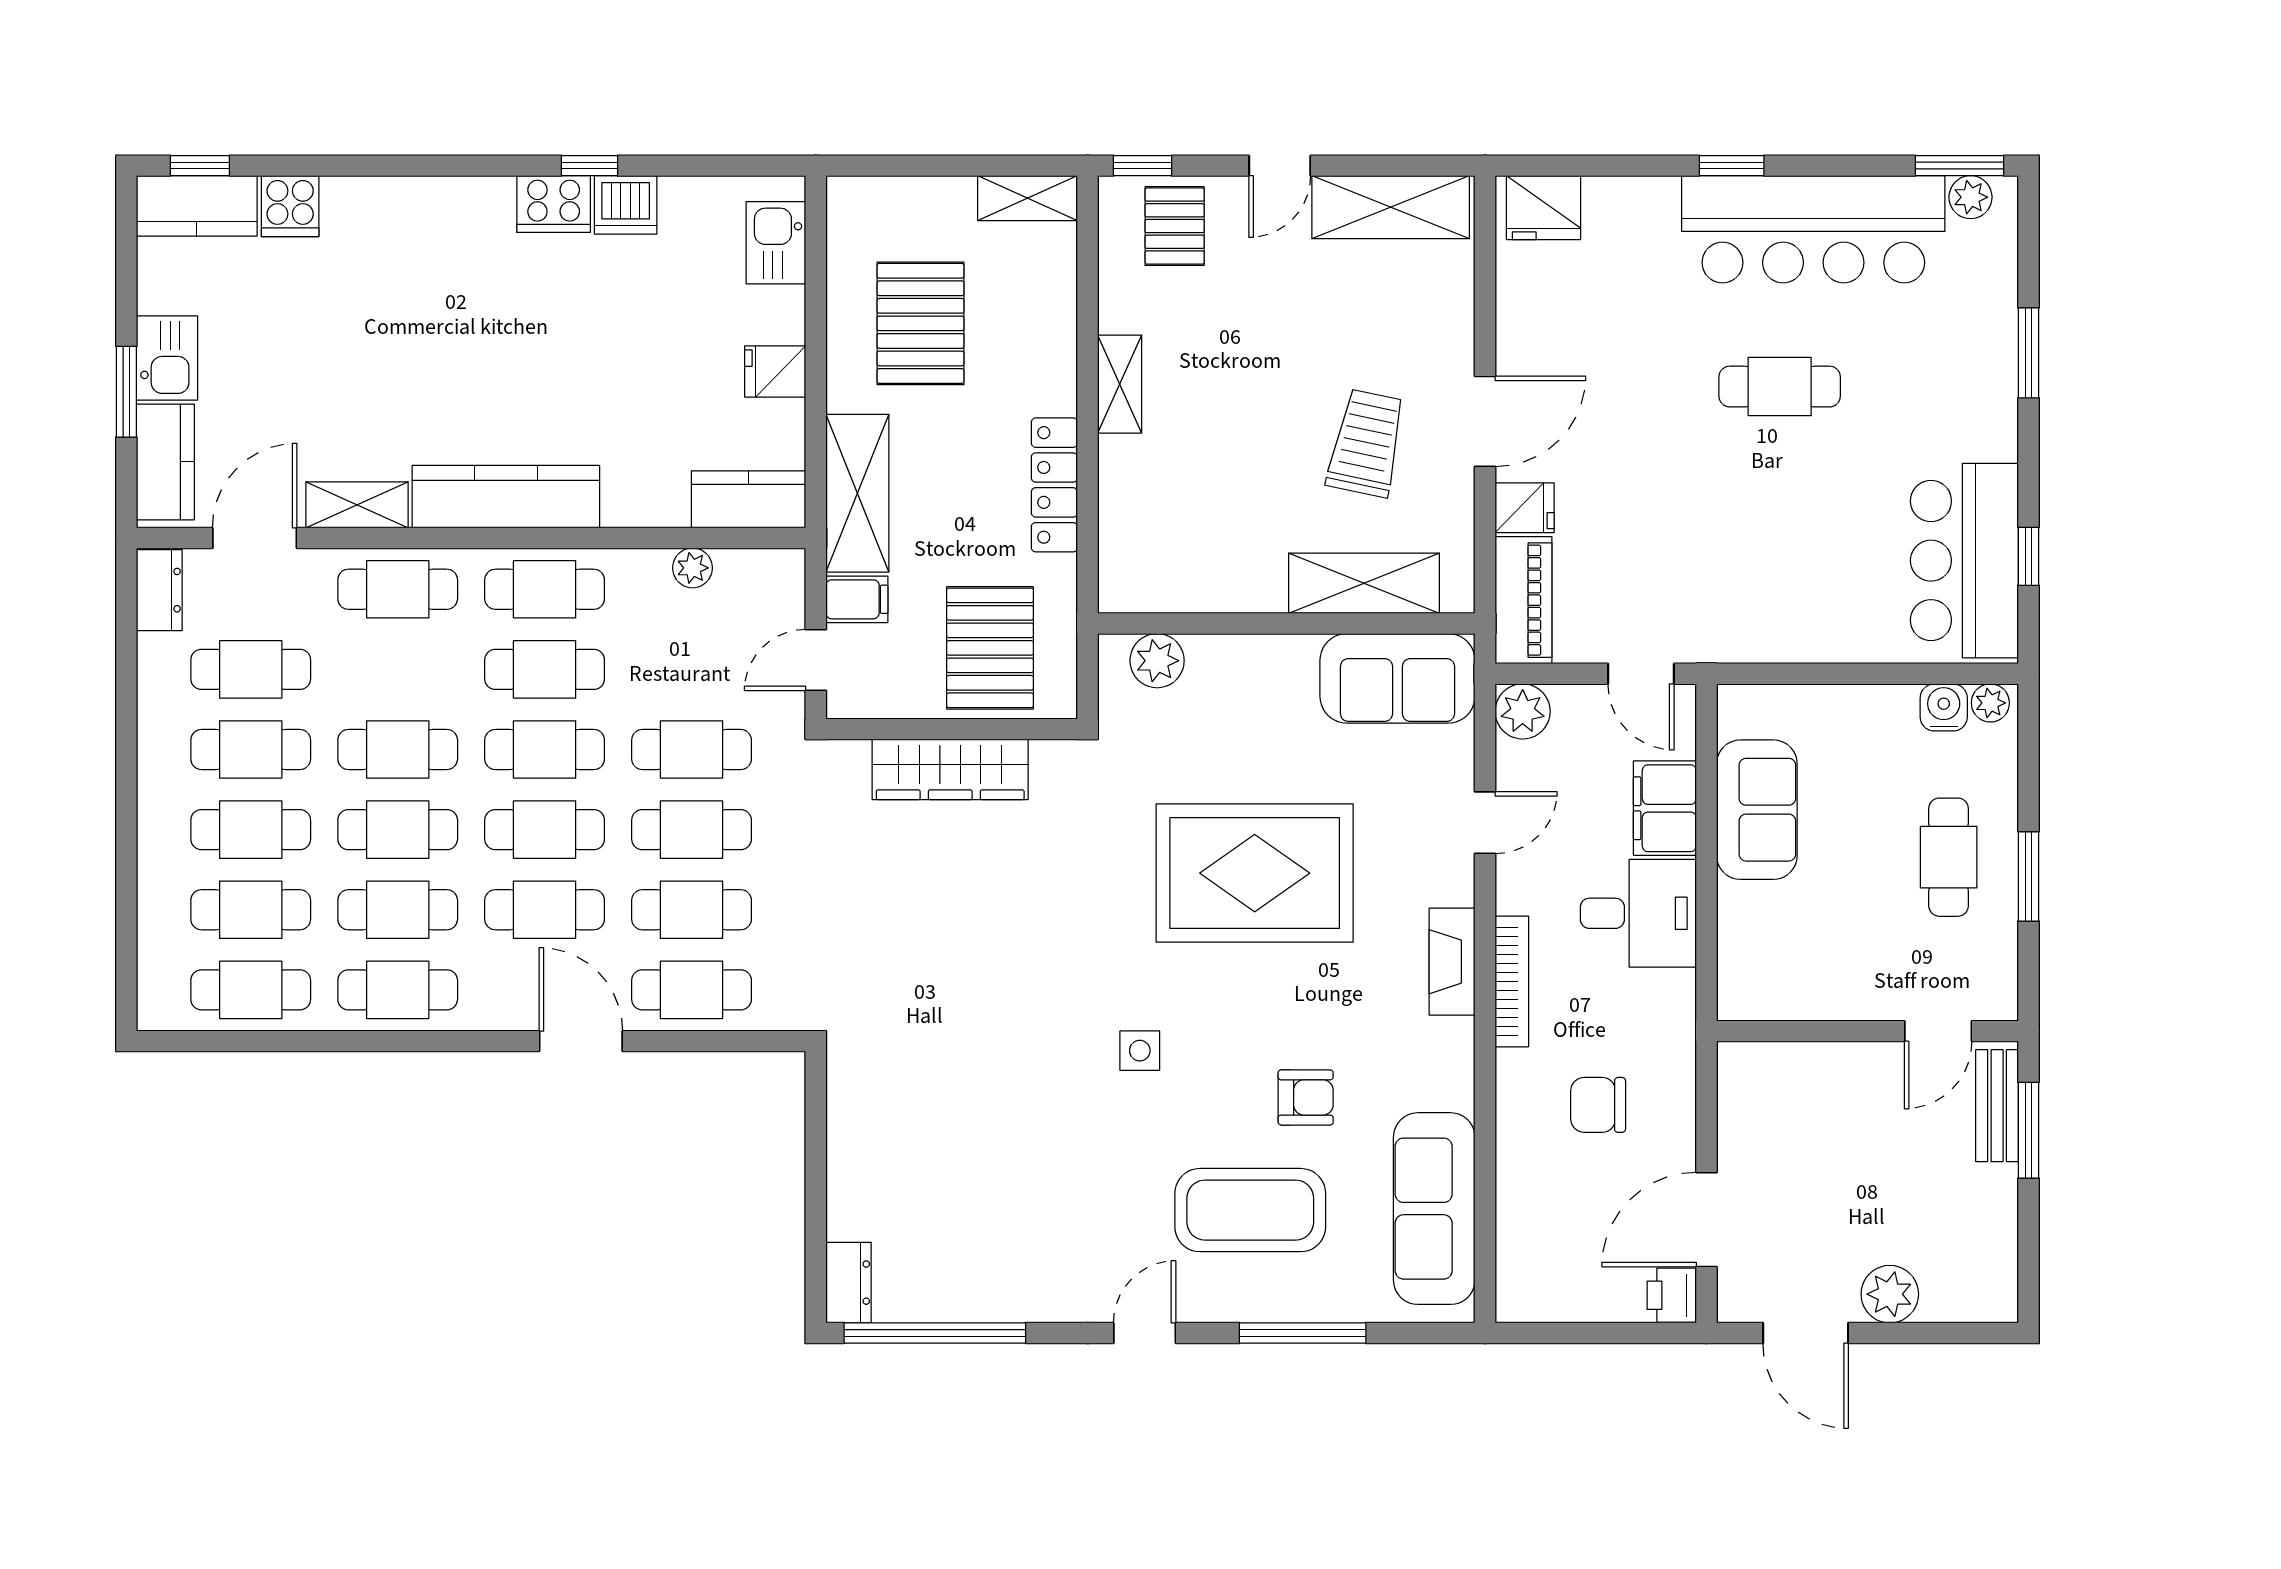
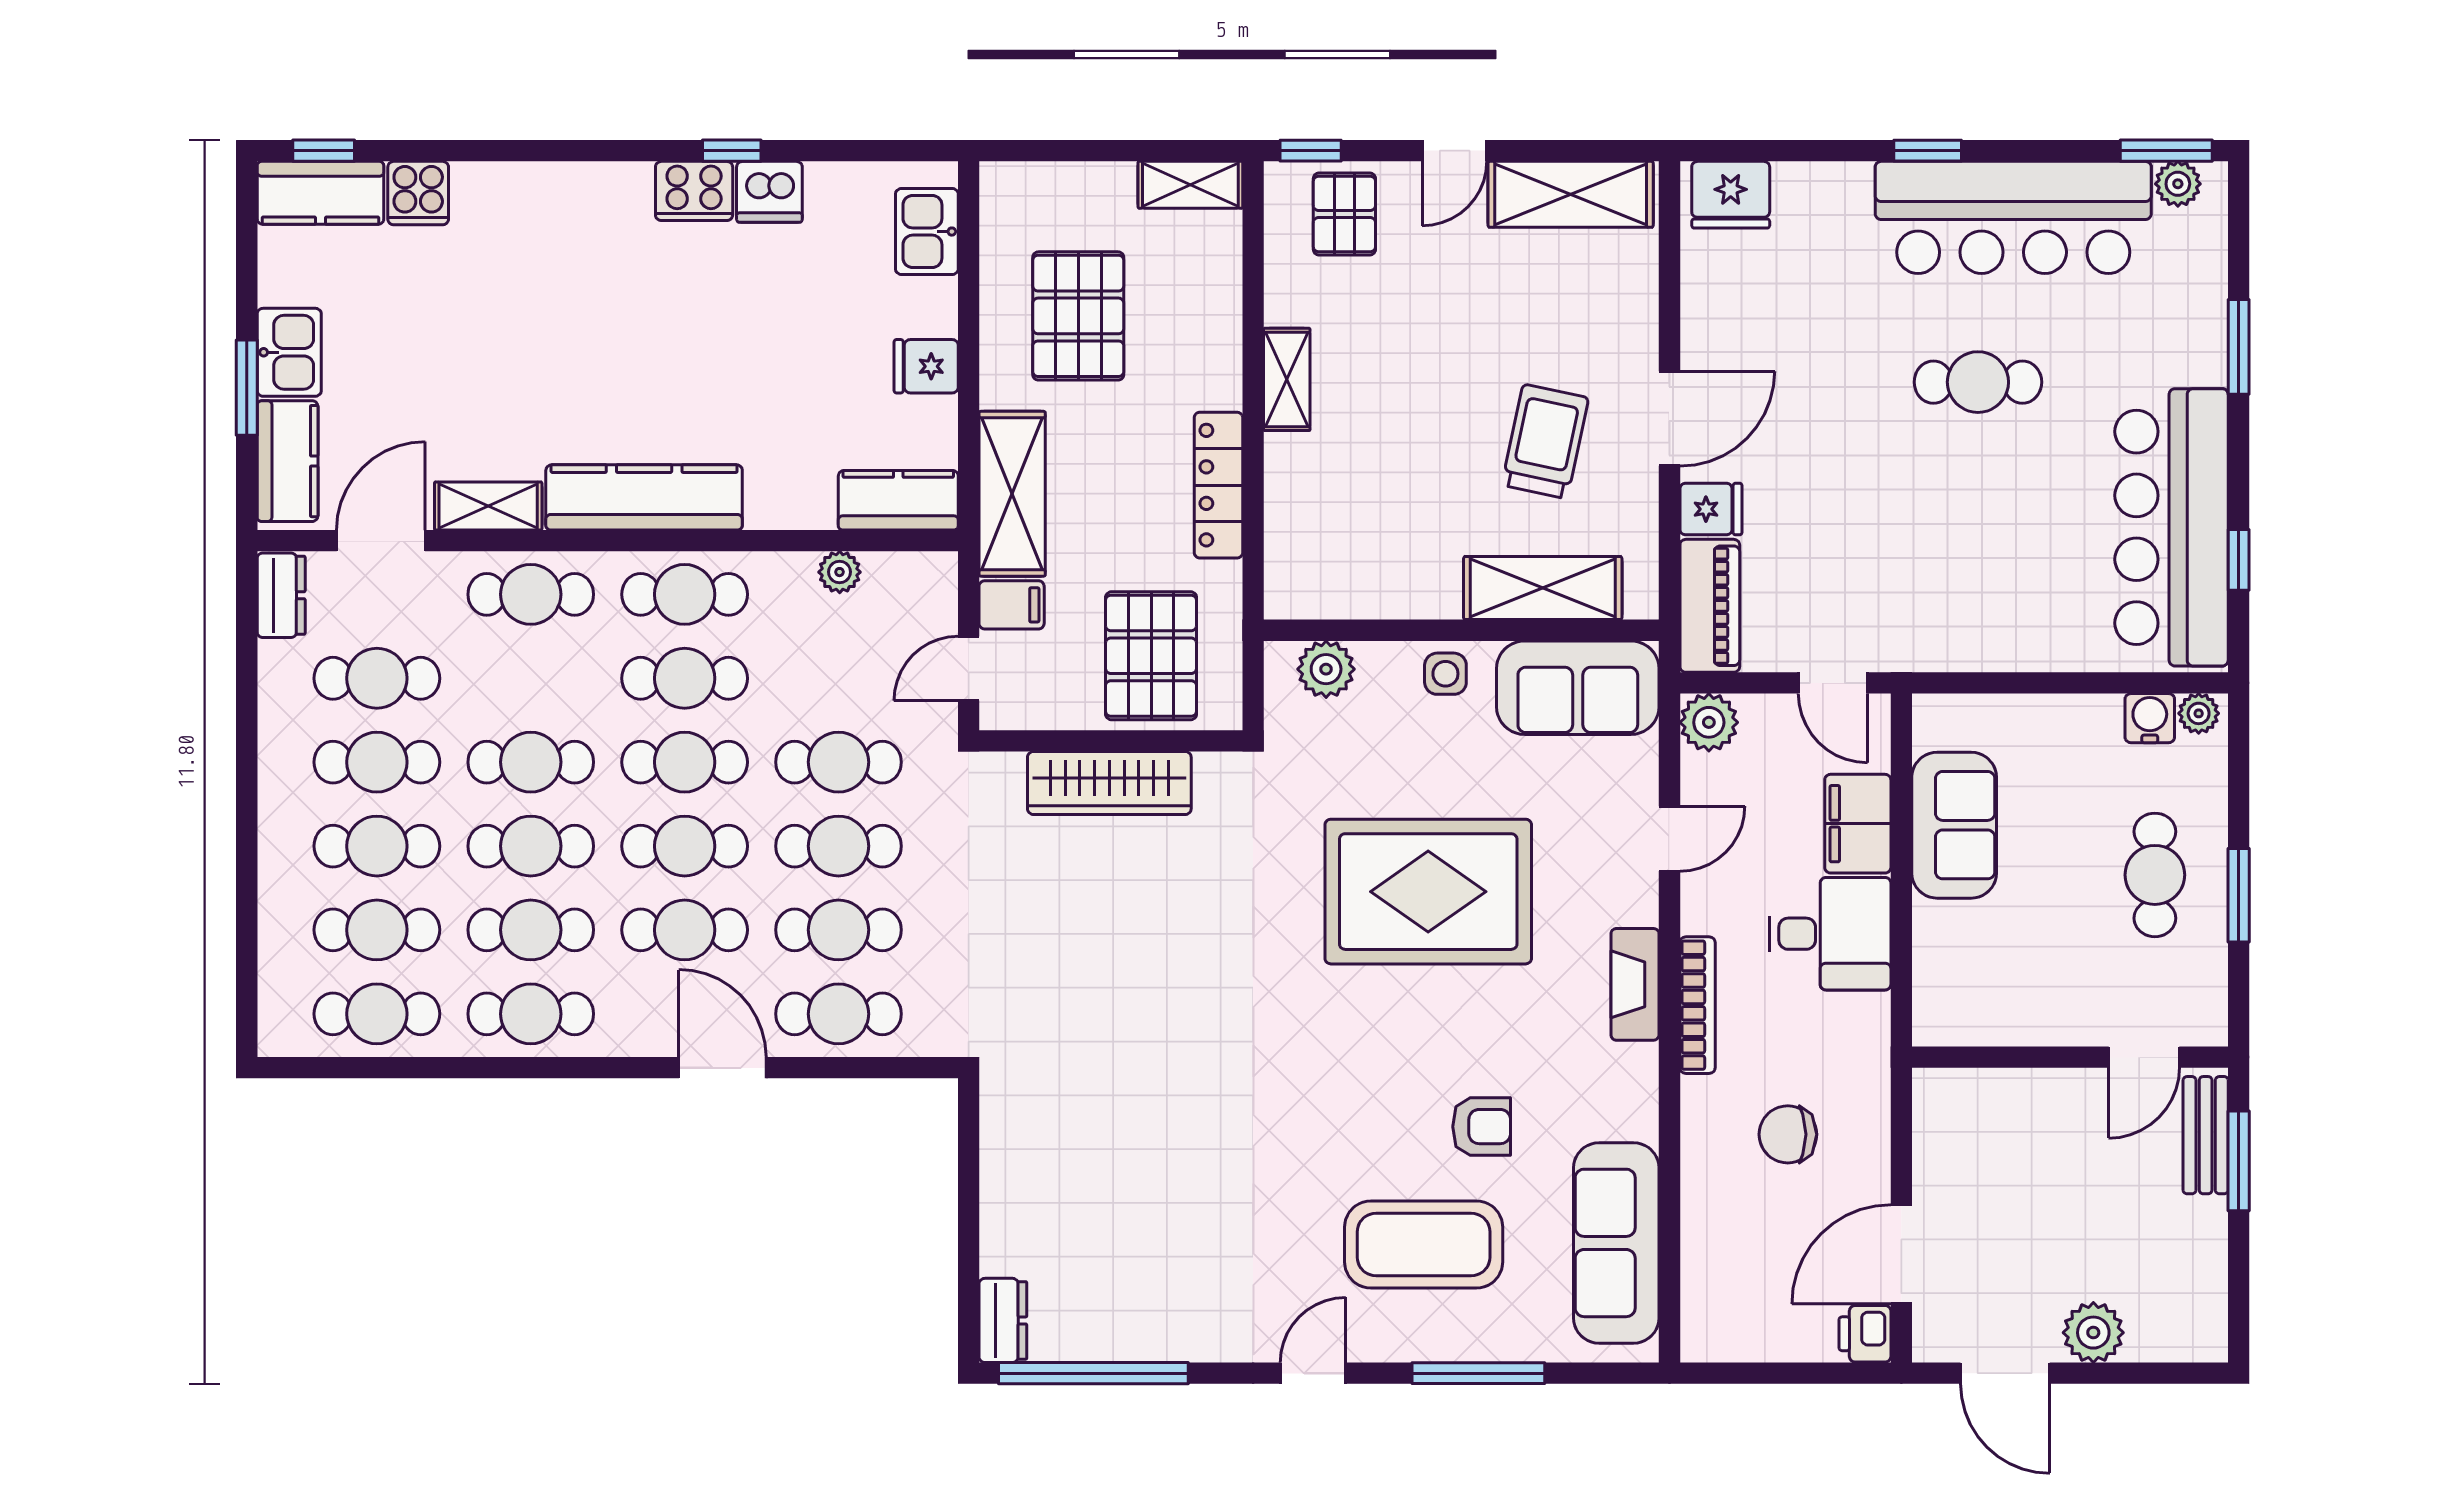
bar counter: (1964, 561) -> (2171, 527), width x1.36
side table: (1140, 1051) -> (1445, 674), moved

